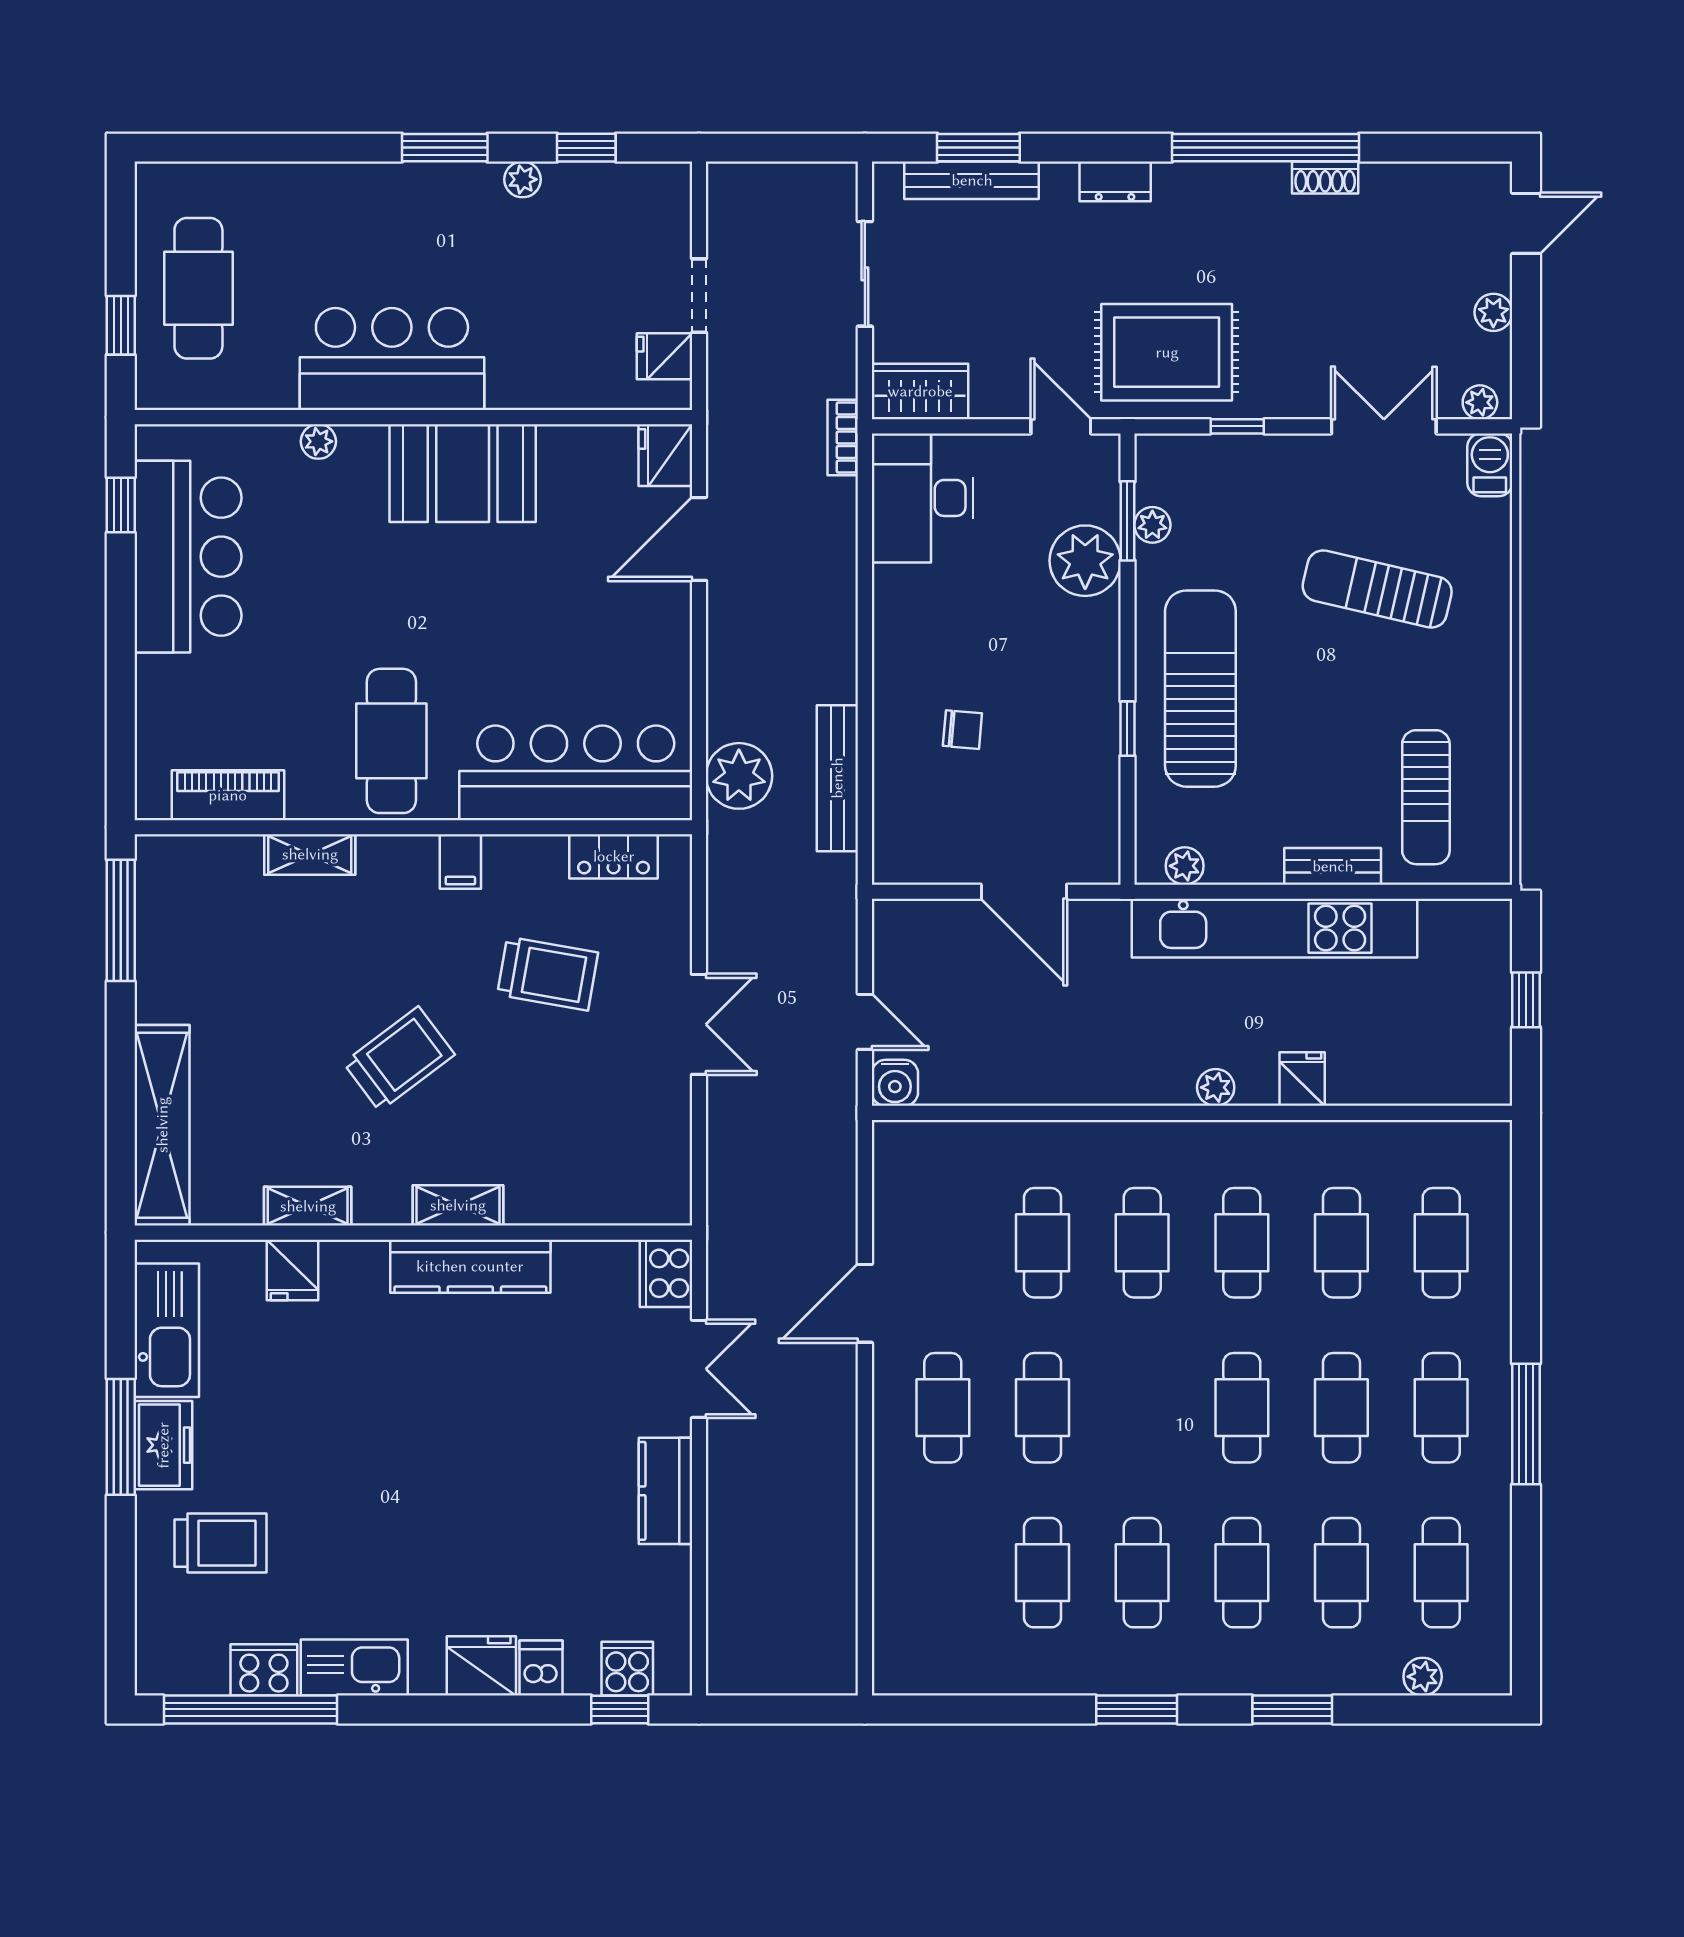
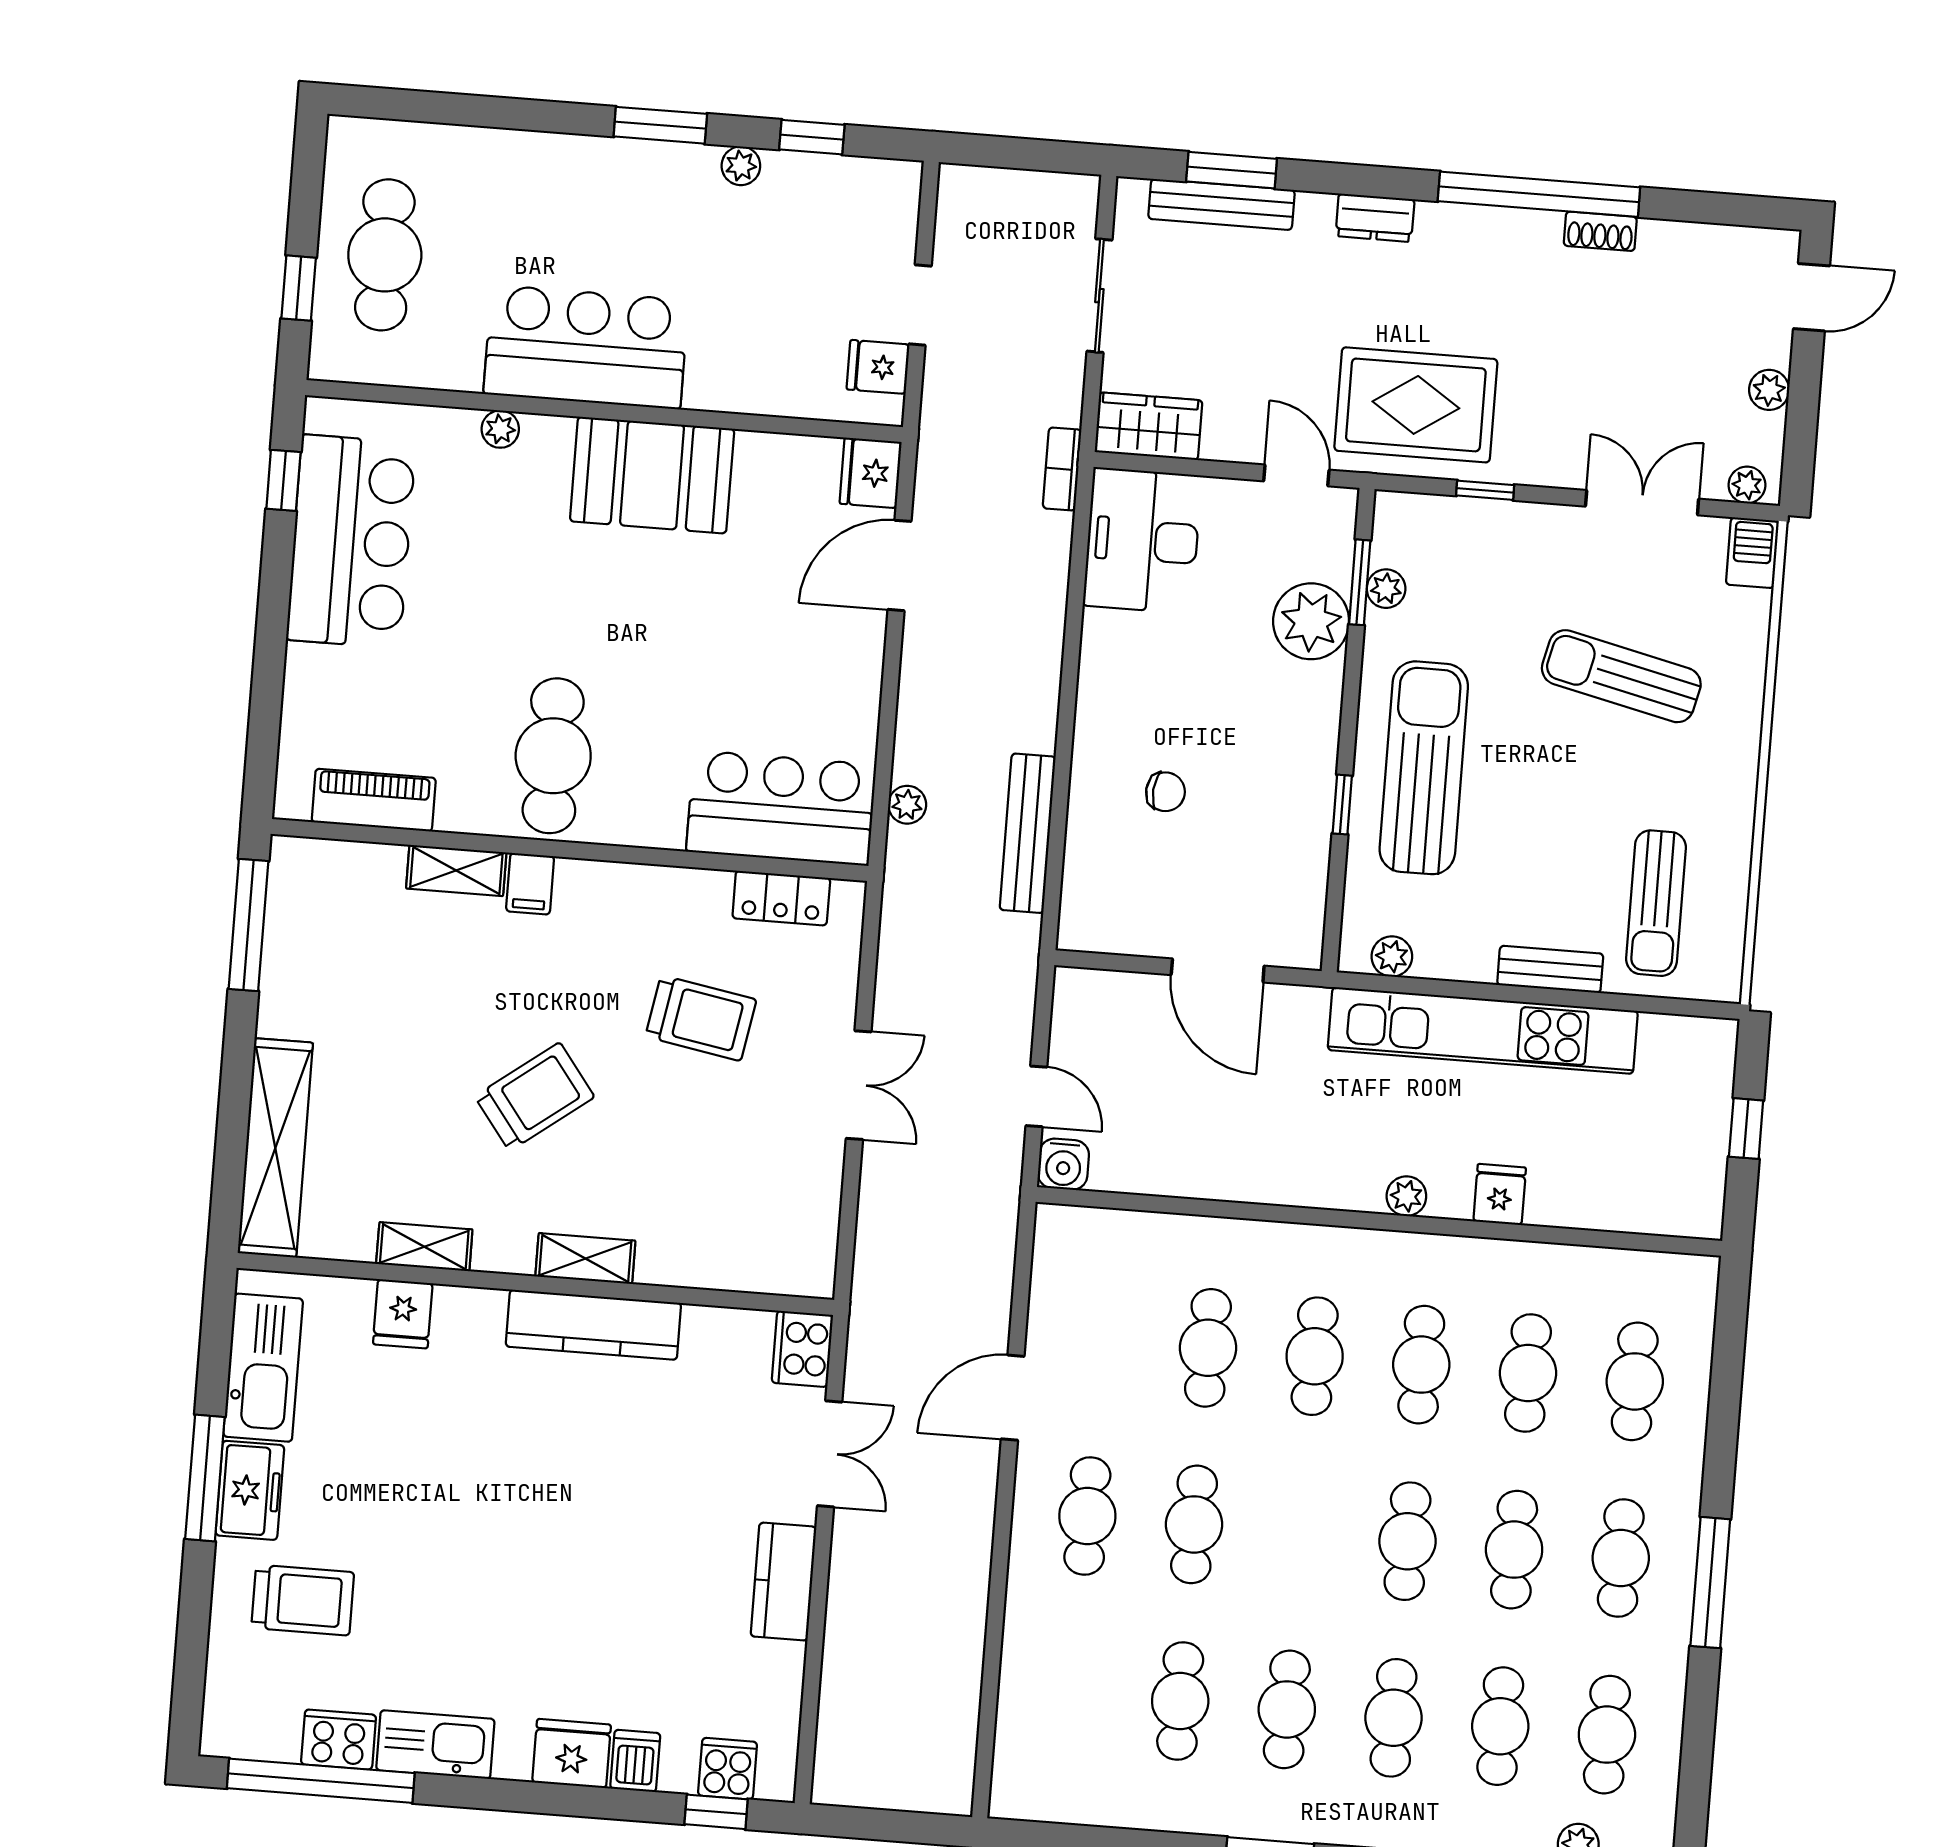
bar counter: (576, 773) -> (781, 808), width x0.73
plant: (739, 776) -> (907, 805), width x0.53, depth x0.53
filing cabinet: (460, 861) -> (530, 884), moved

